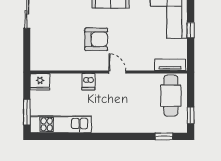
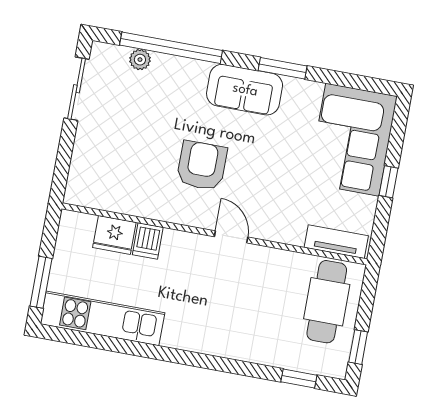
armchair: (96, 39) -> (202, 166), turned -90
fridge: (40, 82) -> (114, 235), moved
dishwasher: (88, 82) -> (148, 241), moved

